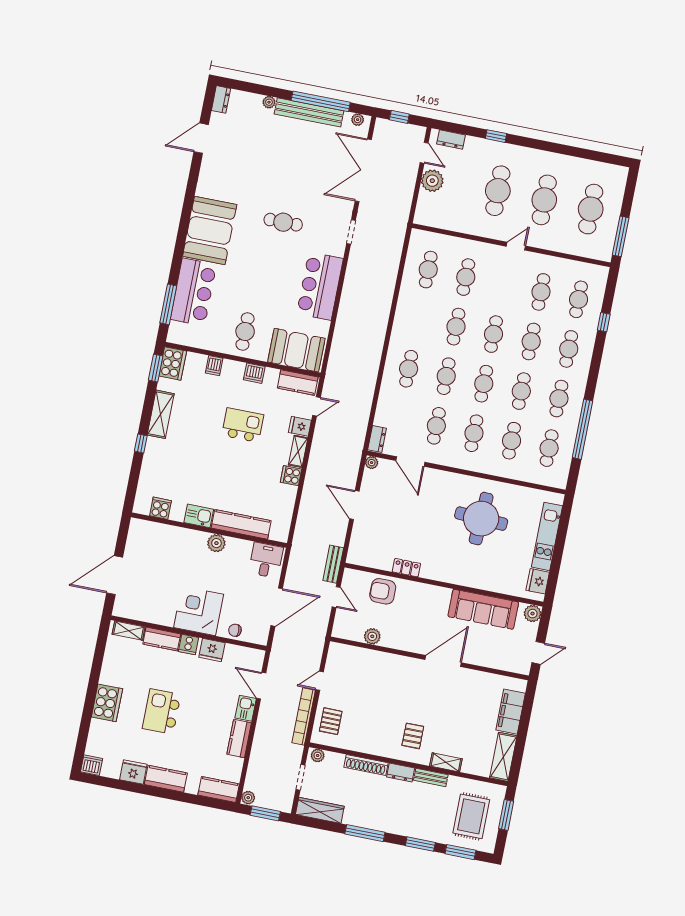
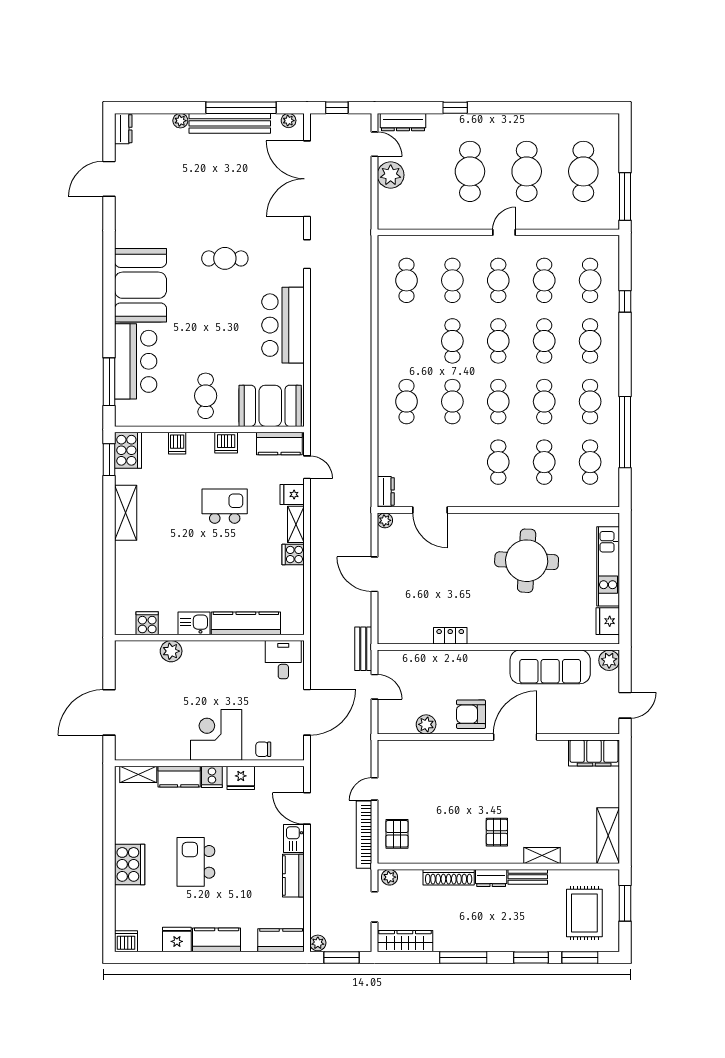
dresser: (451, 139) -> (403, 122), width x1.44
door: (316, 406) -> (307, 467), hinge flipped
cafe table: (436, 426) -> (498, 280), moved
window: (141, 443) -> (109, 552), removed
plant: (216, 543) -> (171, 651), moved
armchair: (383, 591) -> (471, 714), moved
filing cabinet: (511, 712) -> (594, 753), moved, turned -90

